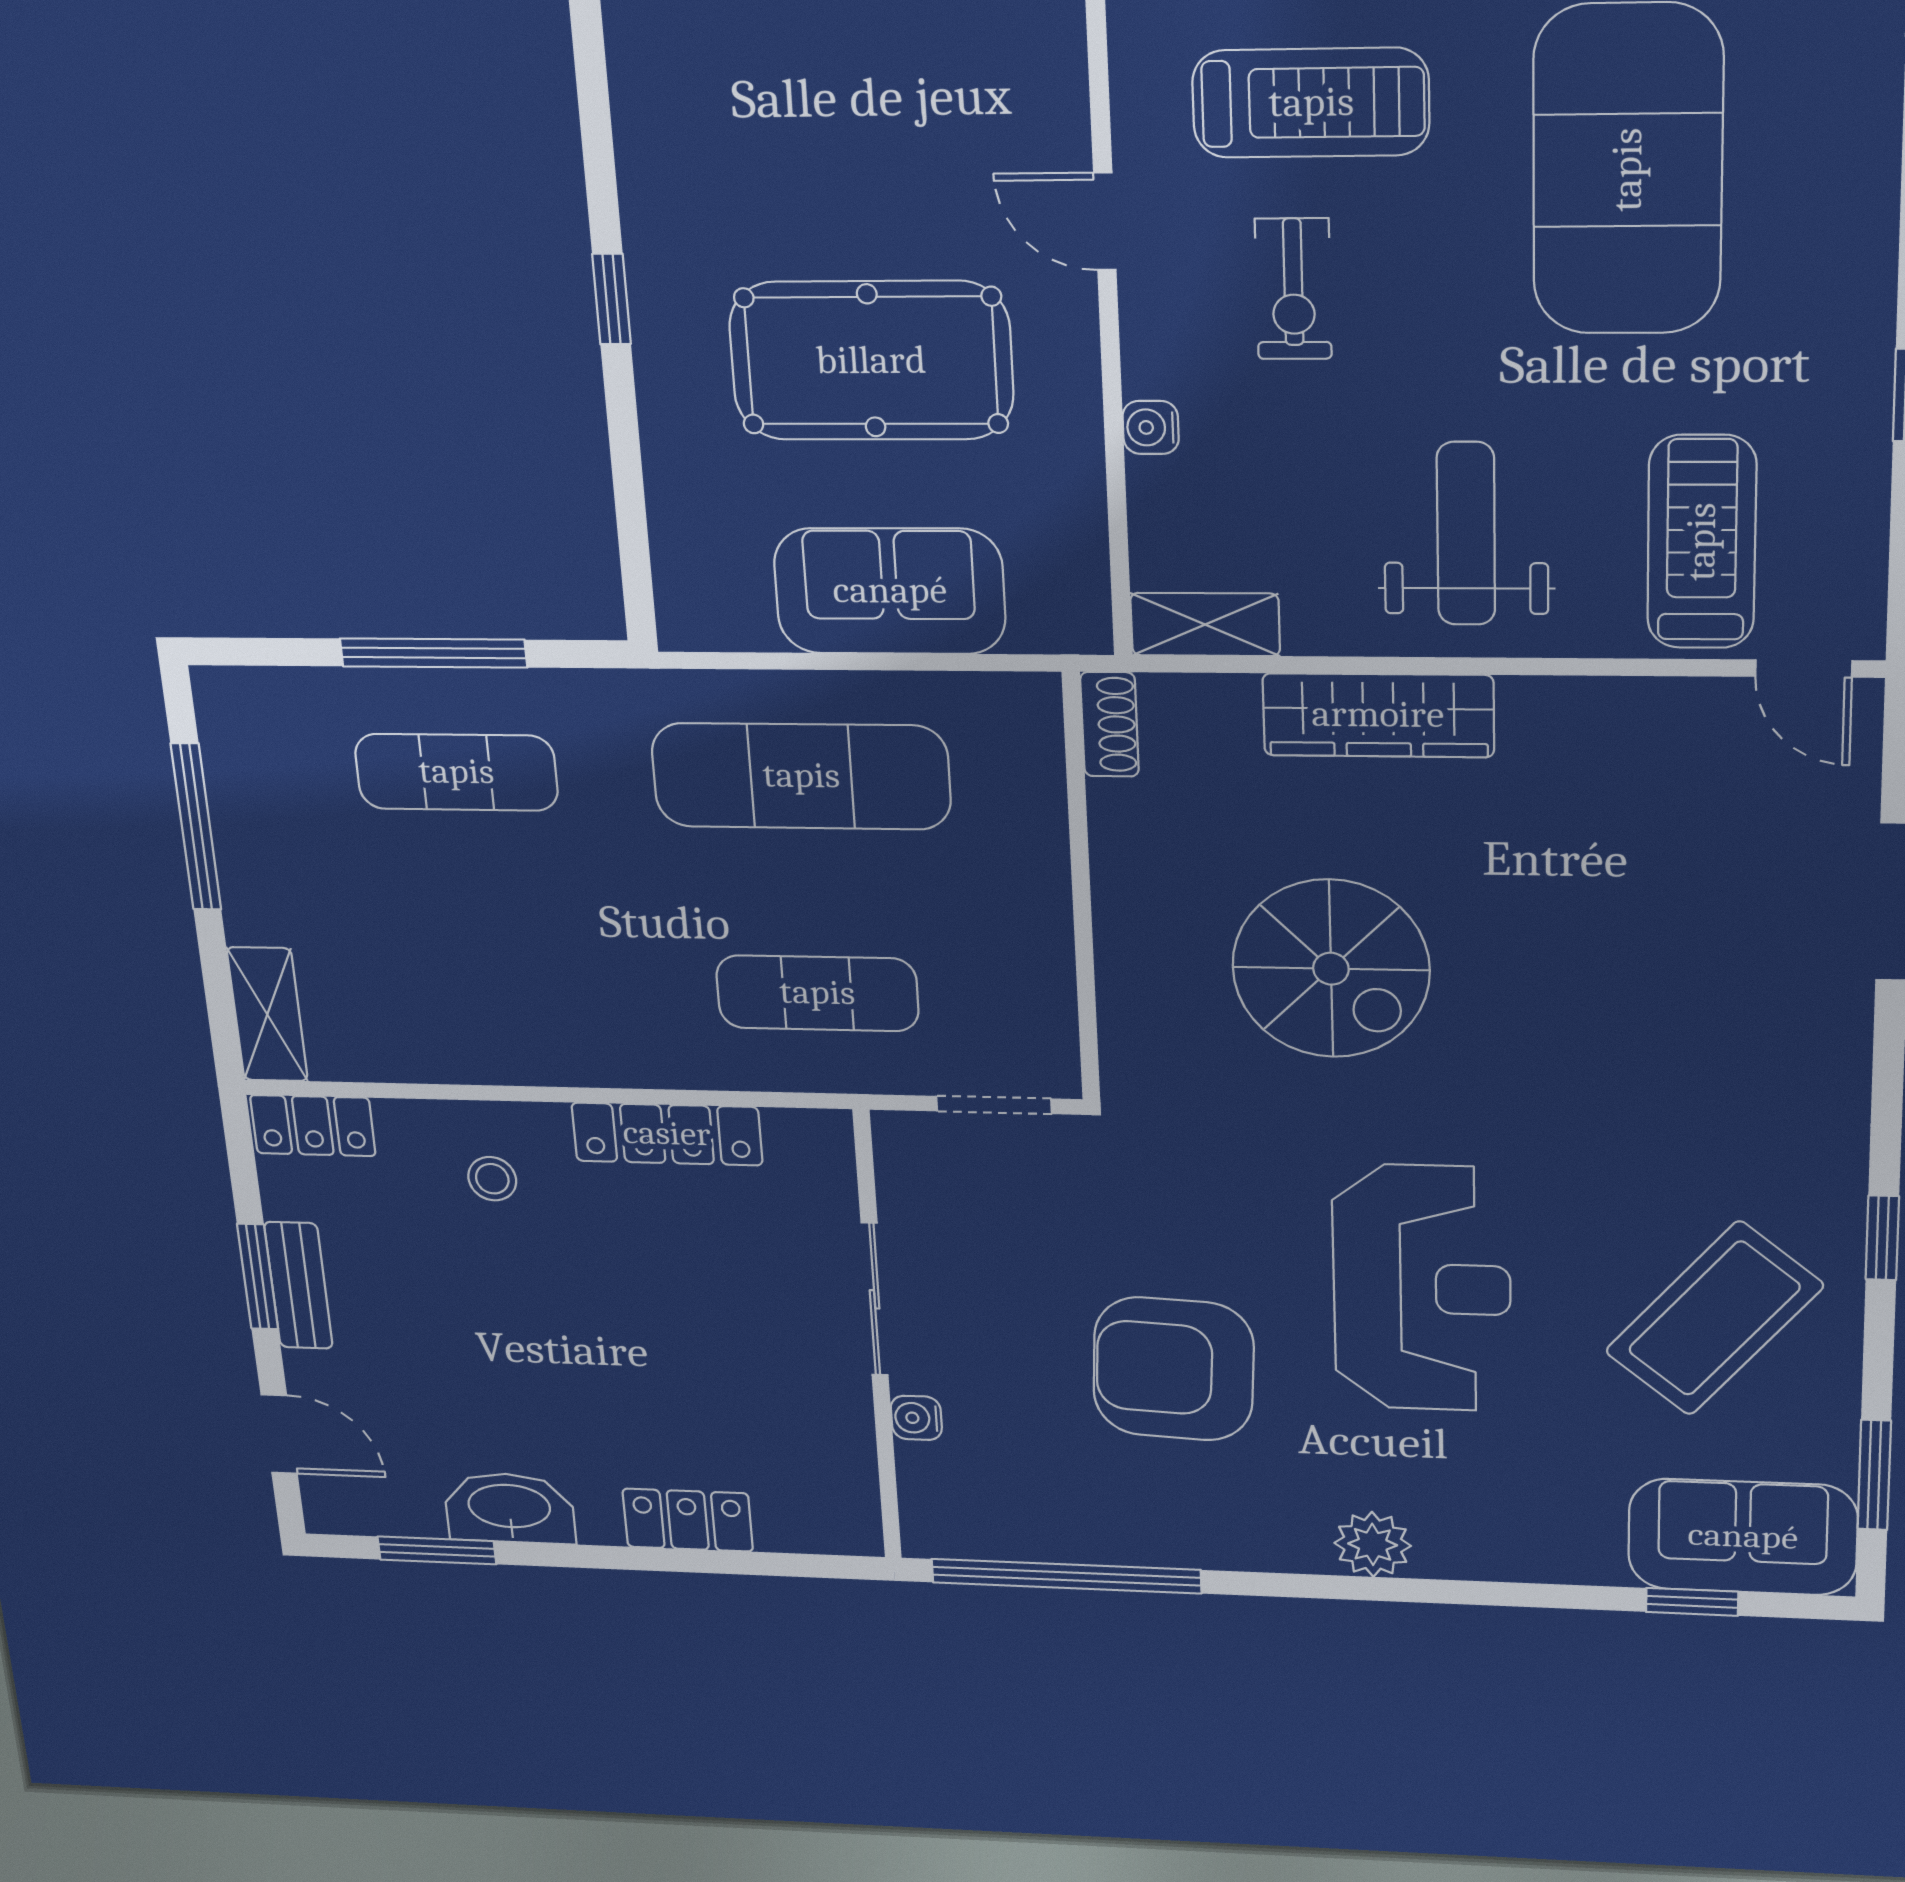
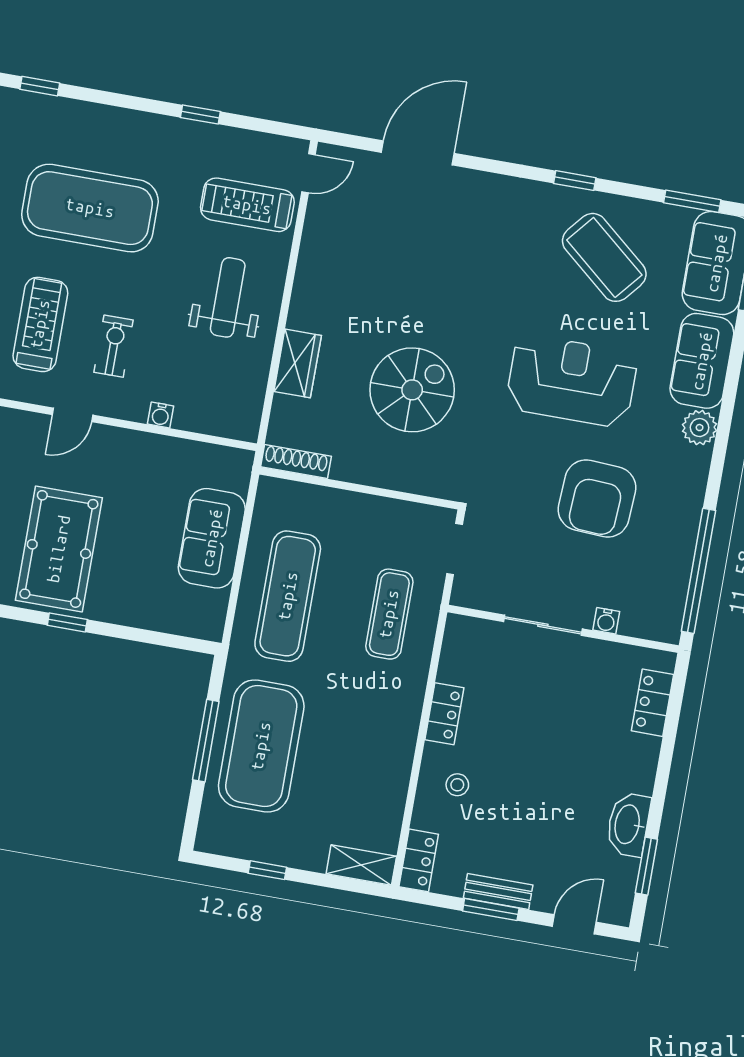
exercise bike: (1293, 289) -> (114, 346), turned -90
pool table: (871, 361) -> (59, 549), moved
weight bench: (1466, 534) -> (228, 297), turned 90
shelving: (1205, 624) -> (249, 411), removed
wardrobe: (1378, 715) -> (298, 363), width x0.67
shoe rack: (1109, 724) -> (296, 462), width x1.43
exercise mat: (456, 772) -> (261, 746), width x2.00, depth x1.45
window: (196, 827) -> (267, 870), width x0.46
locker: (667, 1134) -> (444, 714), width x0.66
locker: (688, 1520) -> (653, 703), moved
sofa: (1519, 1533) -> (702, 361), added

